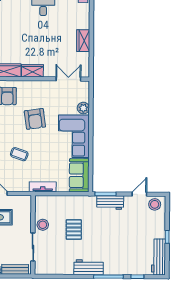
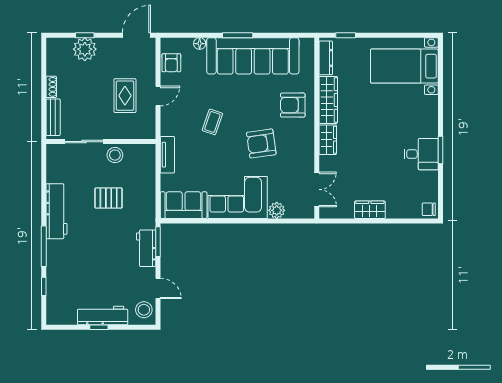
workbench: (159, 257) -> (103, 315), moved
workbench: (89, 267) -> (56, 211), width x1.38

